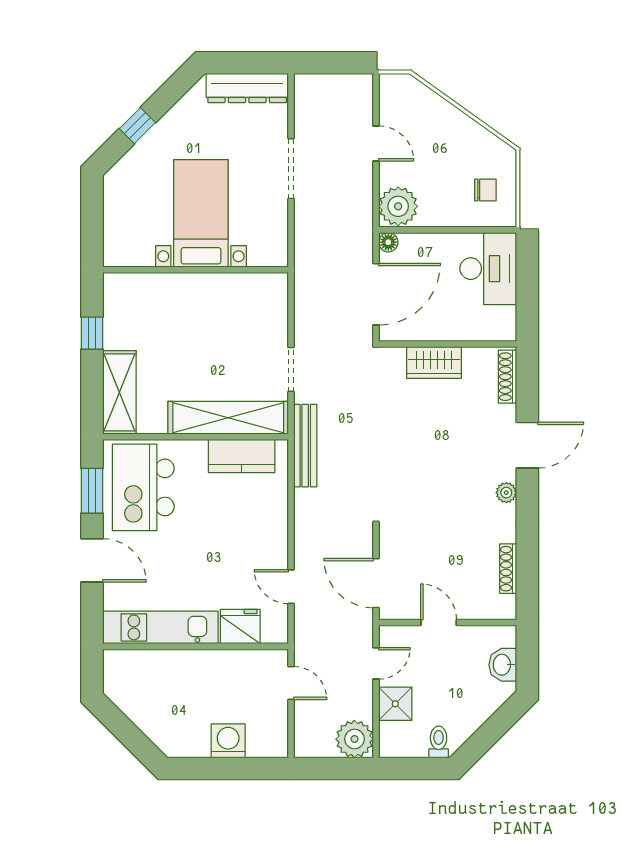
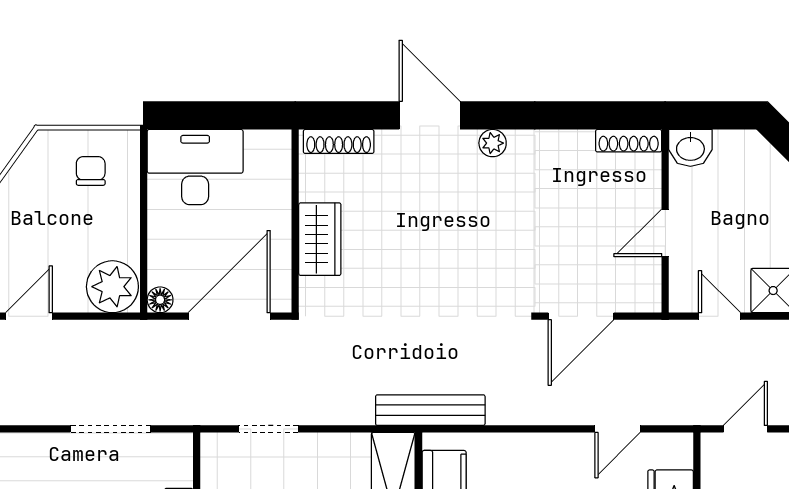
doorway: (291, 169) -> (110, 429), moved
door: (376, 294) -> (229, 316), hinge flipped
doorway: (291, 369) -> (268, 429), moved
shoe rack: (508, 569) -> (629, 141), moved
door: (376, 583) -> (581, 316), moved
washbasin: (503, 665) -> (690, 148), moved

